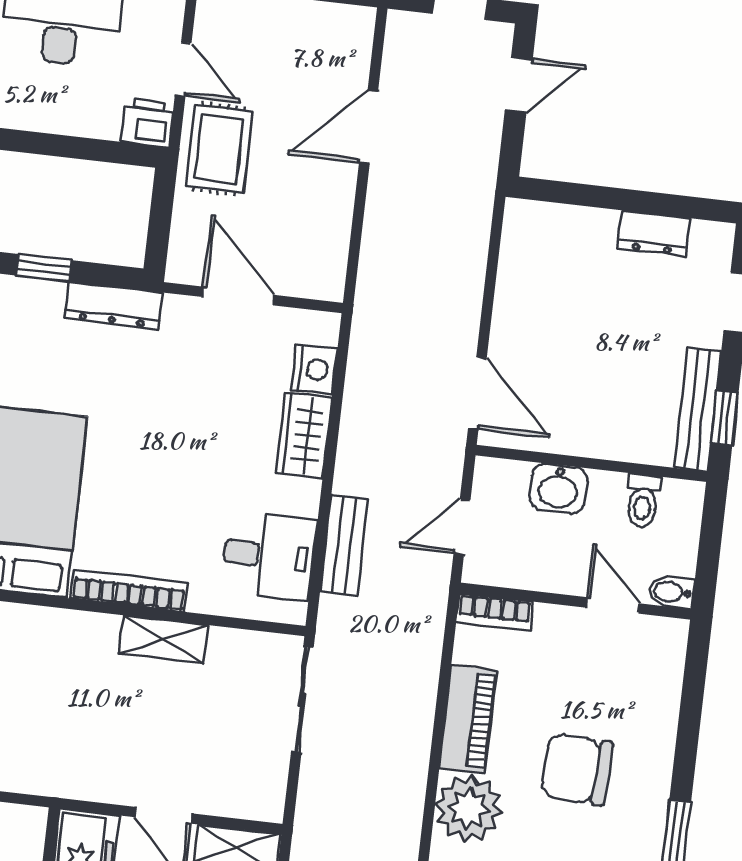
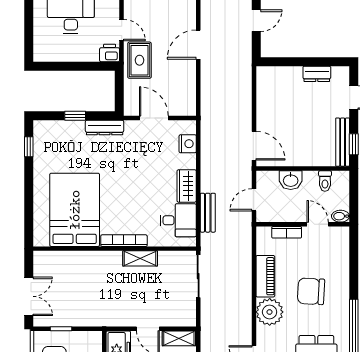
wardrobe: (304, 435) -> (187, 186), moved
bookcase: (494, 612) -> (287, 232), moved

